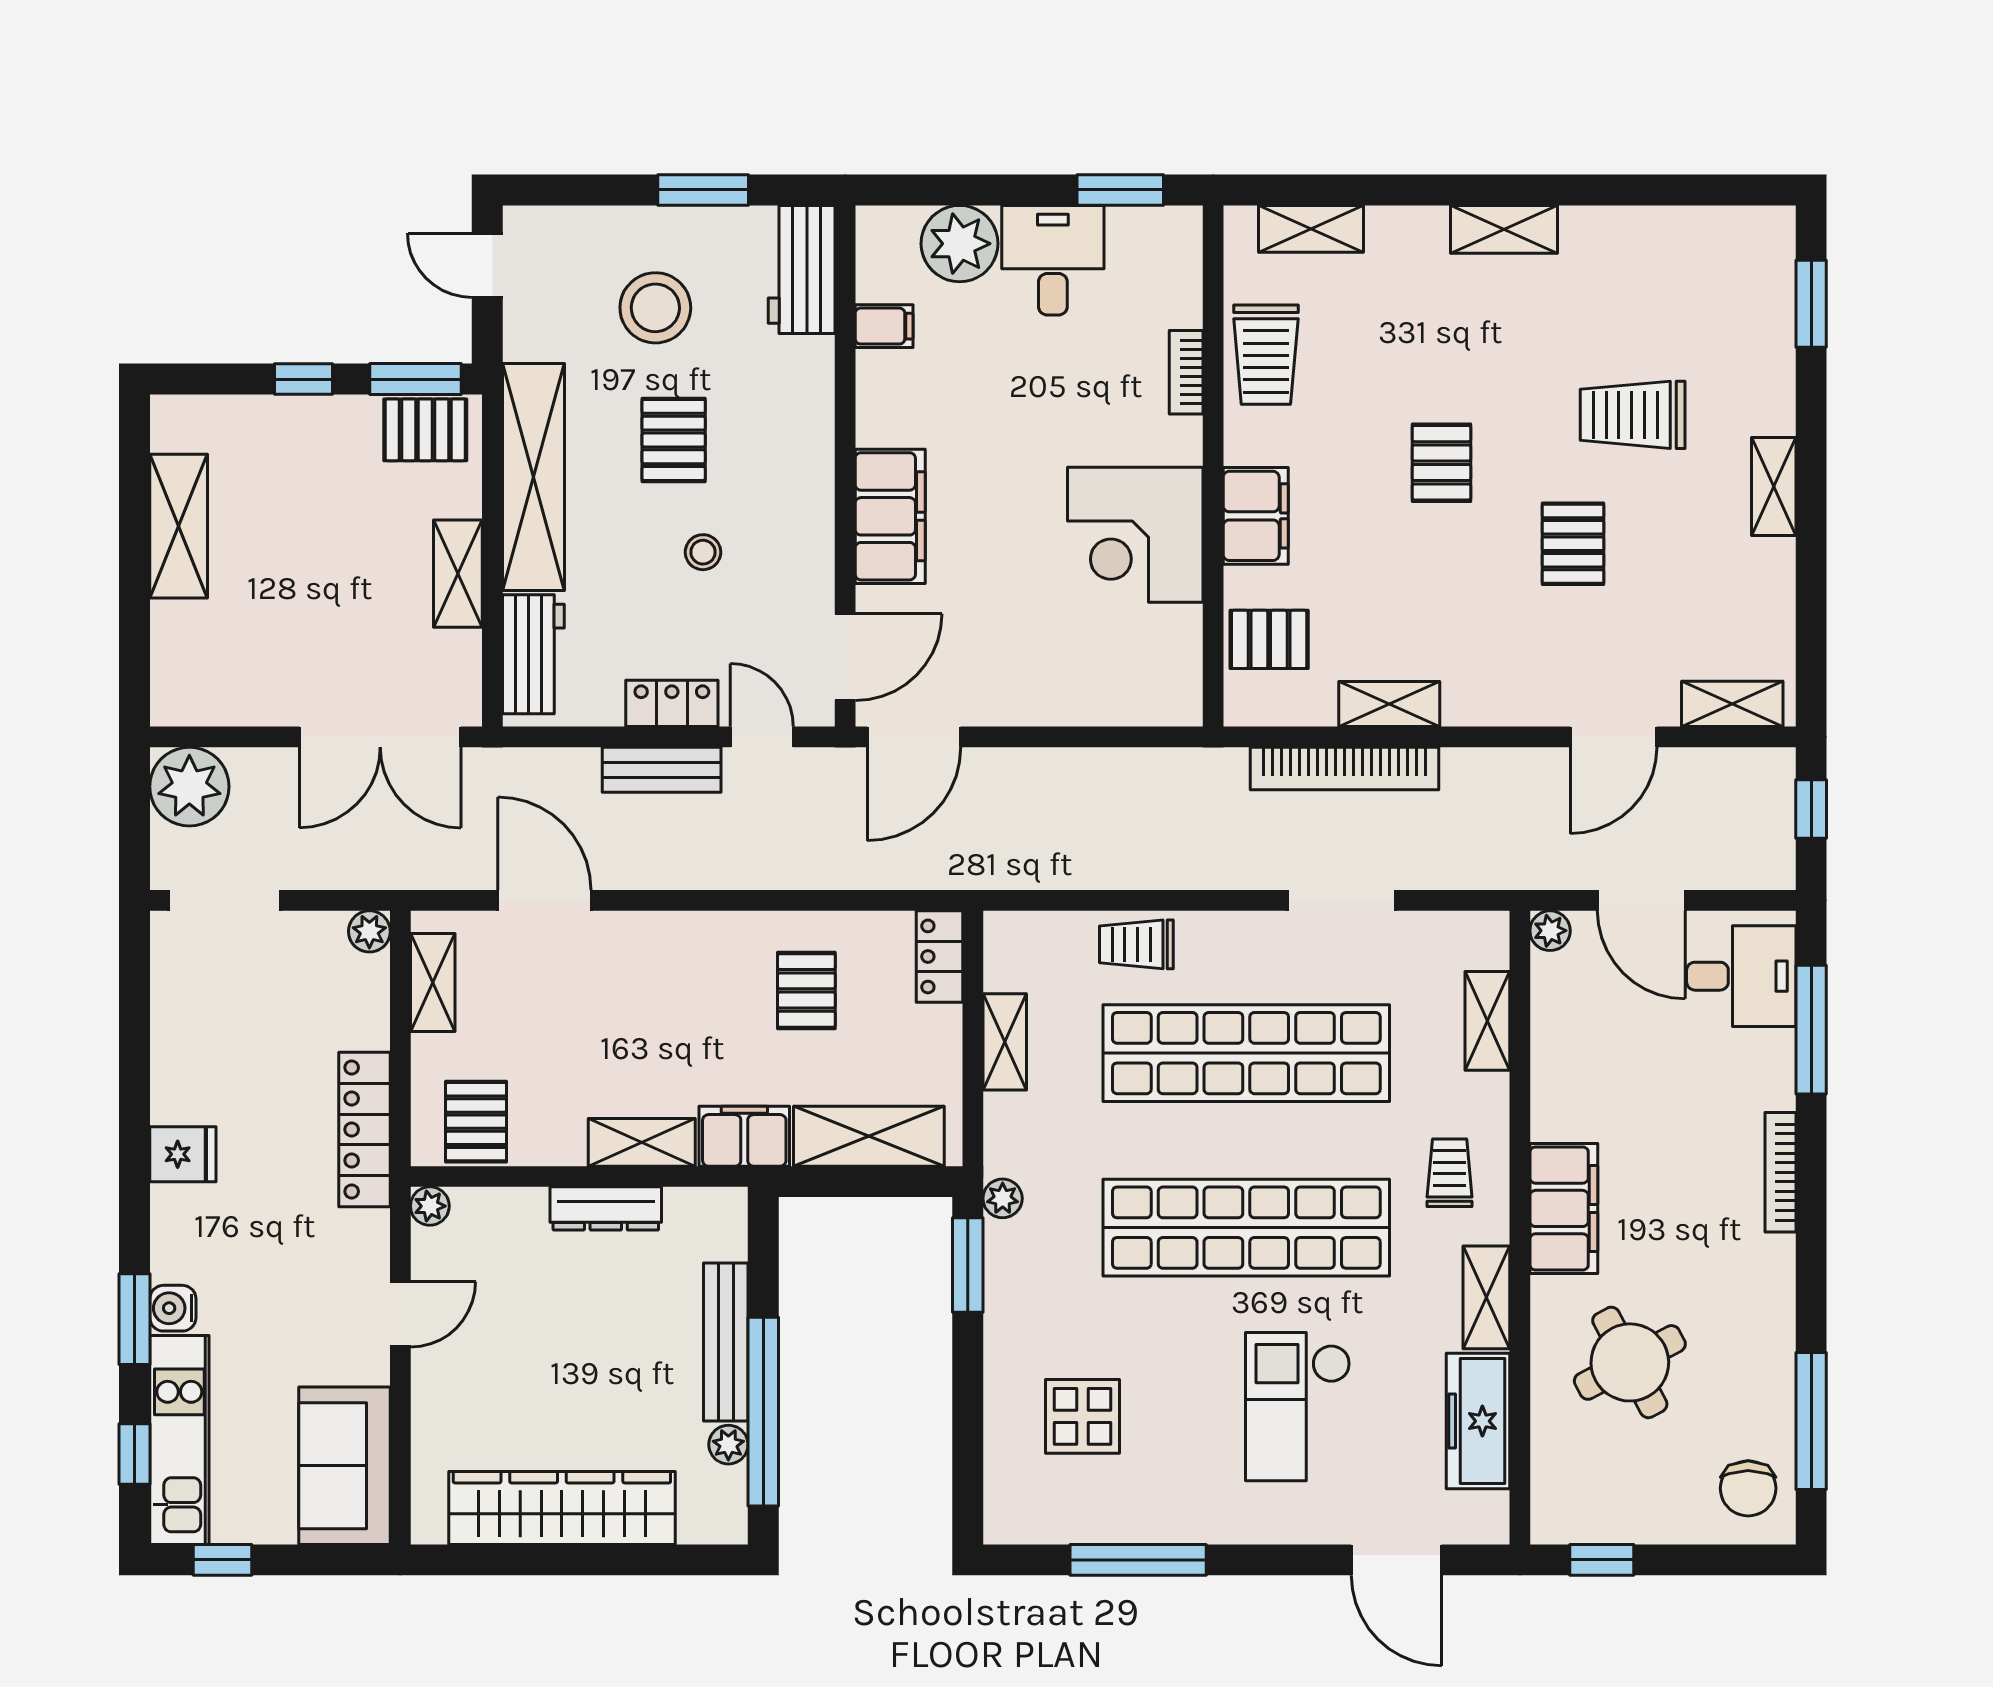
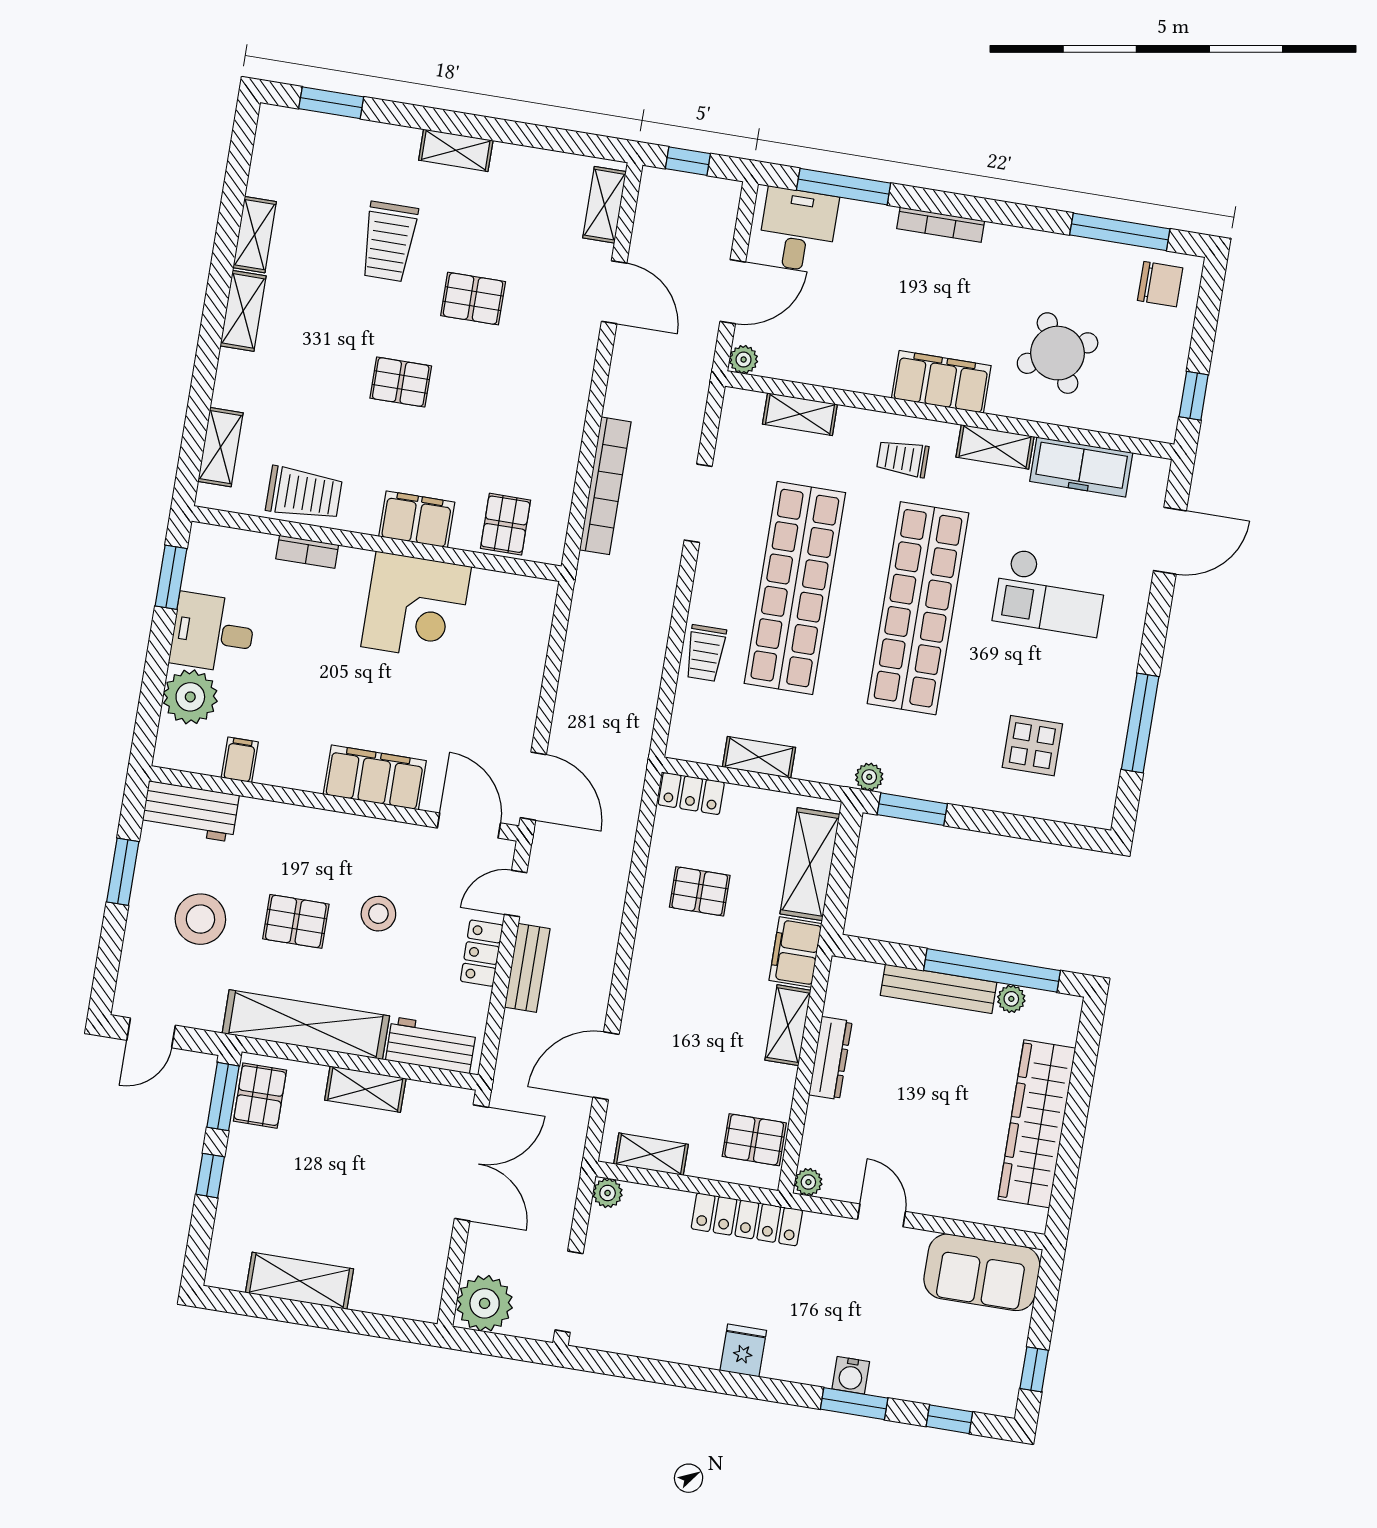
stool: (703, 552) -> (378, 914), width x1.37, depth x1.37
shelving: (1389, 704) -> (255, 235), moved
kitchen unit: (179, 1440) -> (945, 1386), removed

